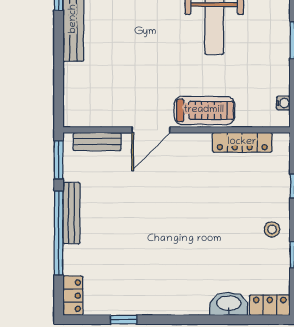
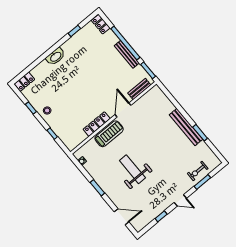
treadmill: (204, 110) -> (109, 134), turned 180
locker: (242, 142) -> (97, 124), moved
washbasin: (229, 304) -> (56, 57), moved

